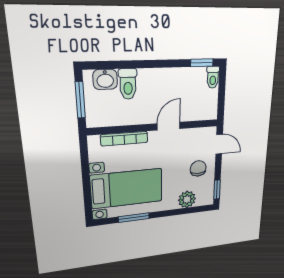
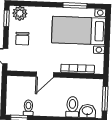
toilet: (213, 77) -> (28, 108), moved
plant: (187, 199) -> (20, 13), moved

